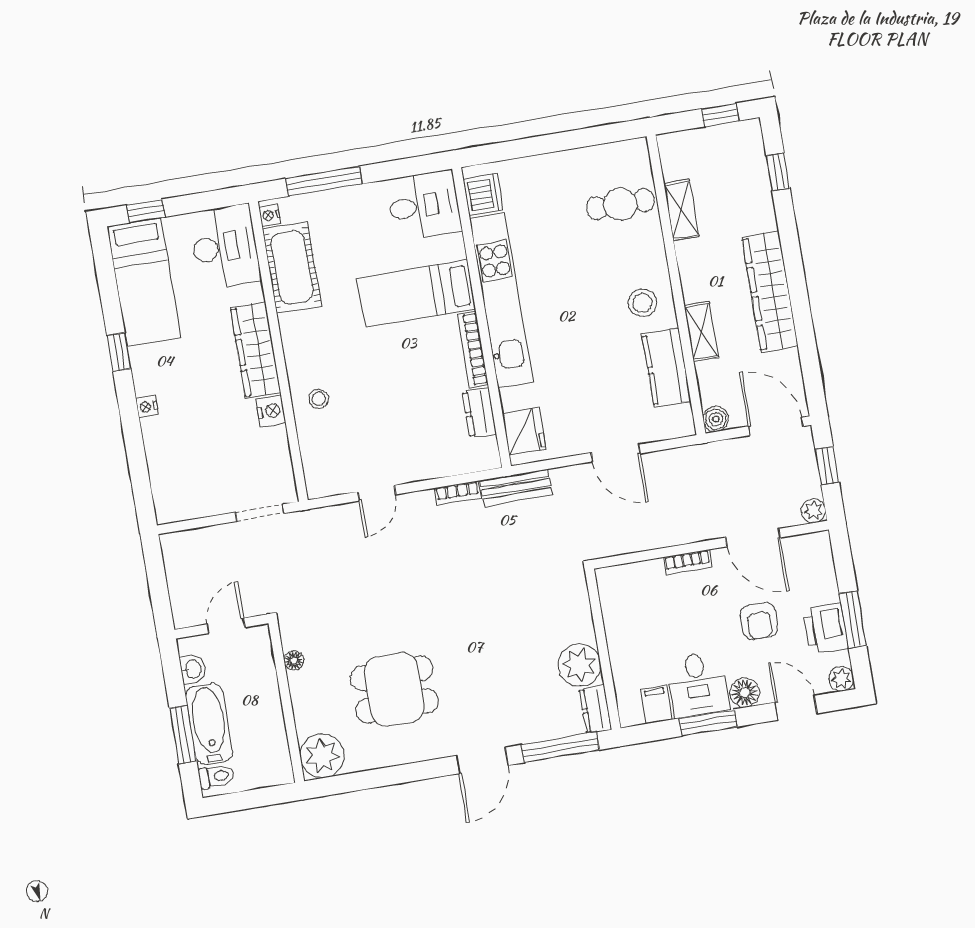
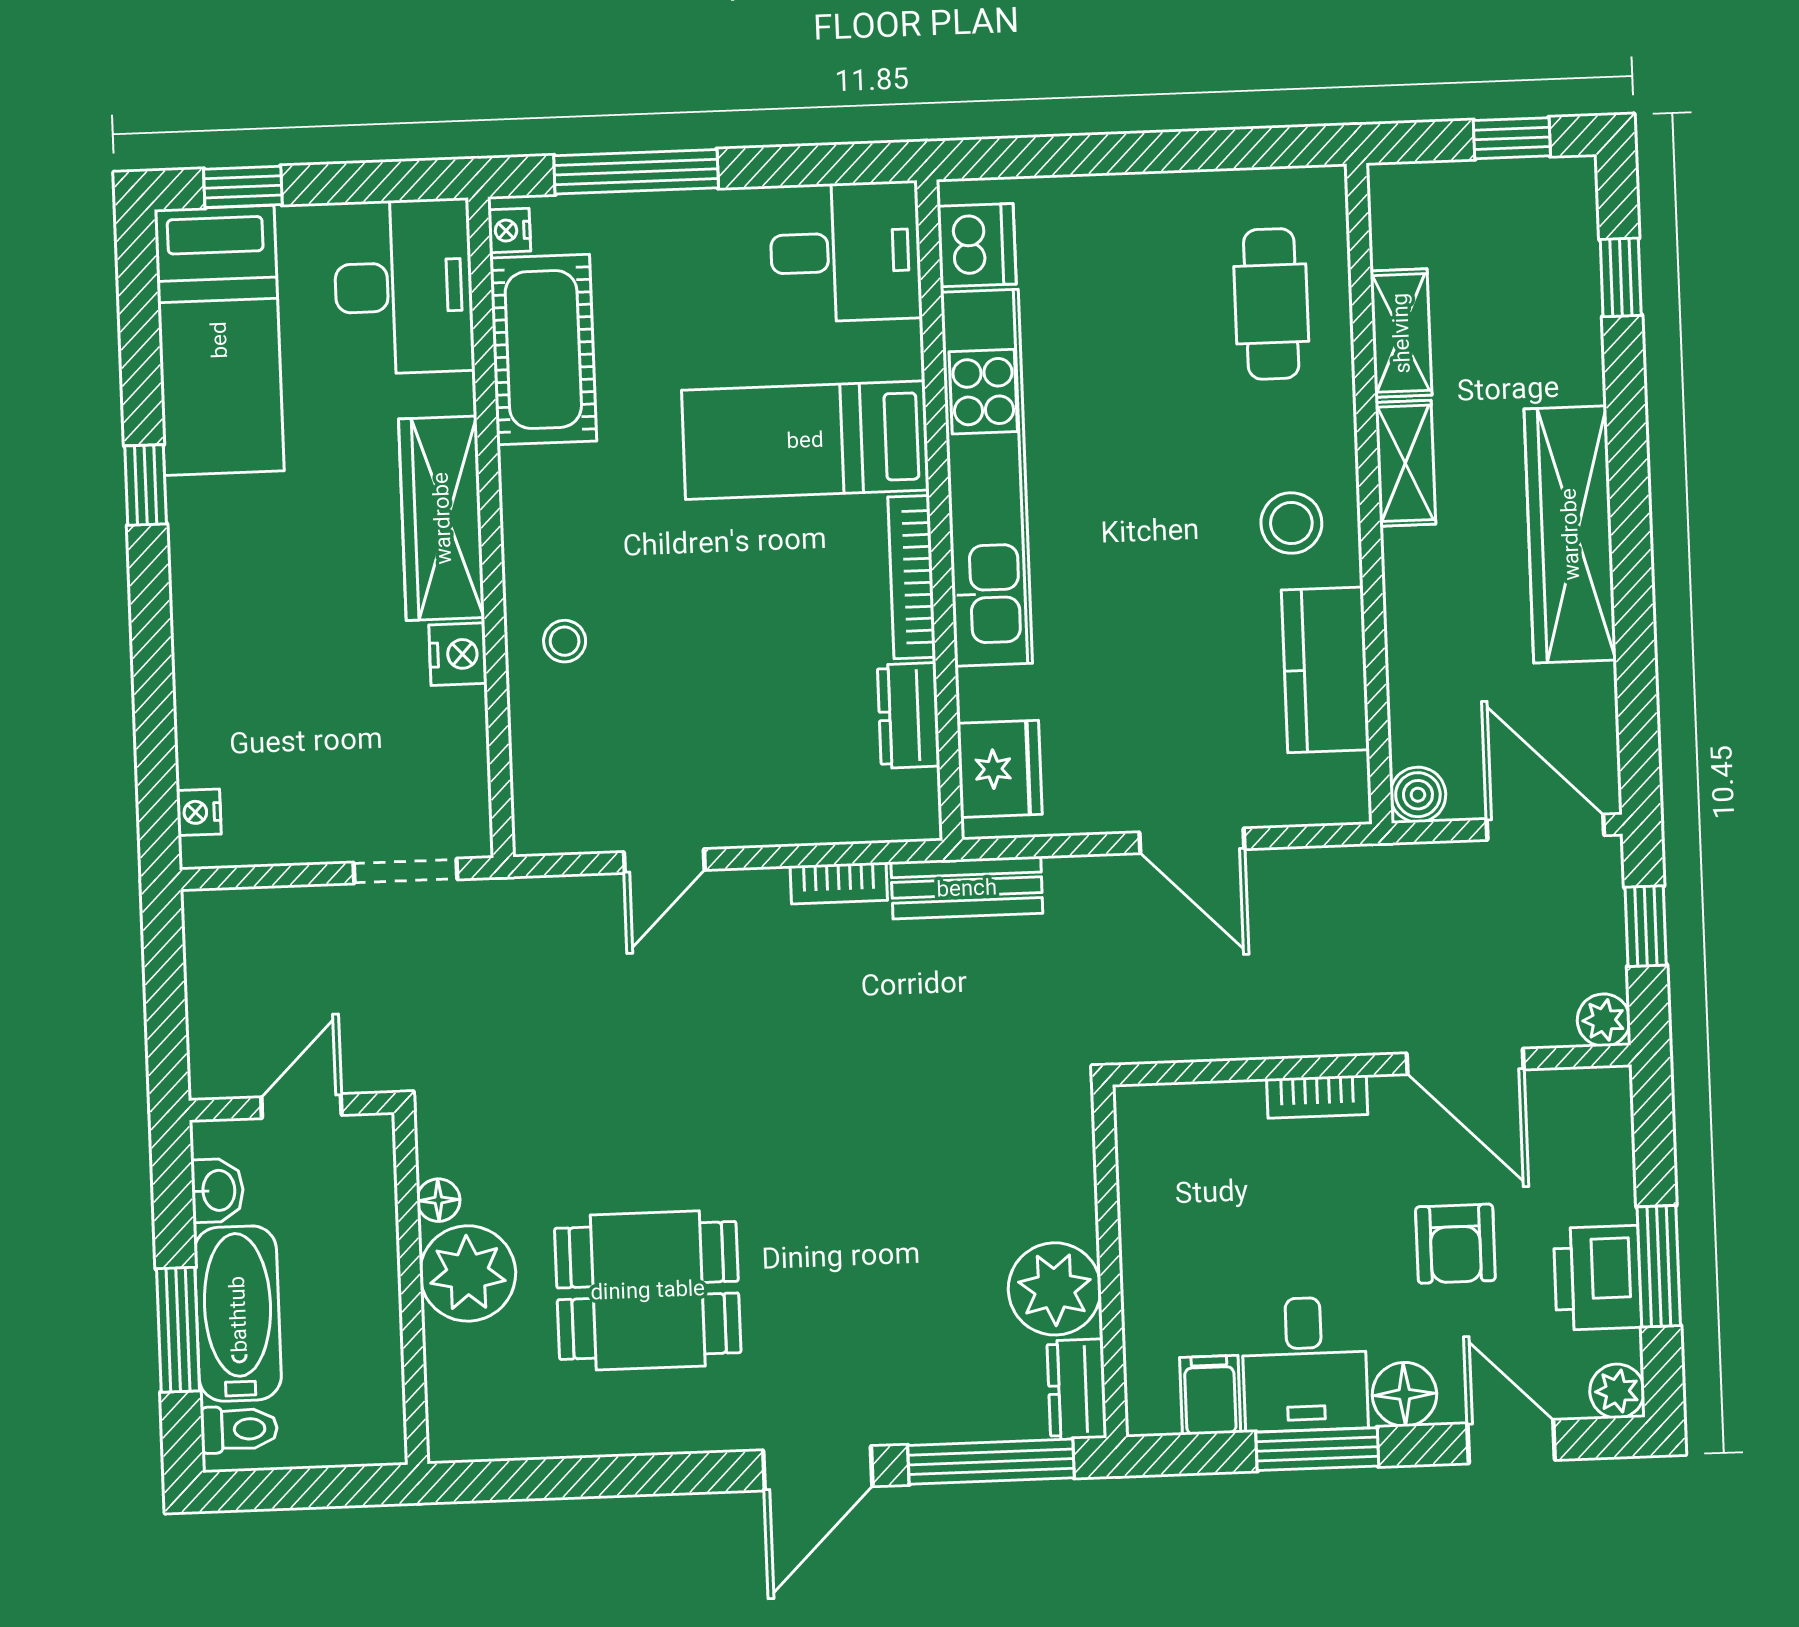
cafe table: (620, 204) -> (1271, 304), turned 90
shelving: (701, 332) -> (1405, 463), moved
nightstand: (147, 407) -> (199, 812), moved
plant: (322, 756) -> (468, 1273), moved

